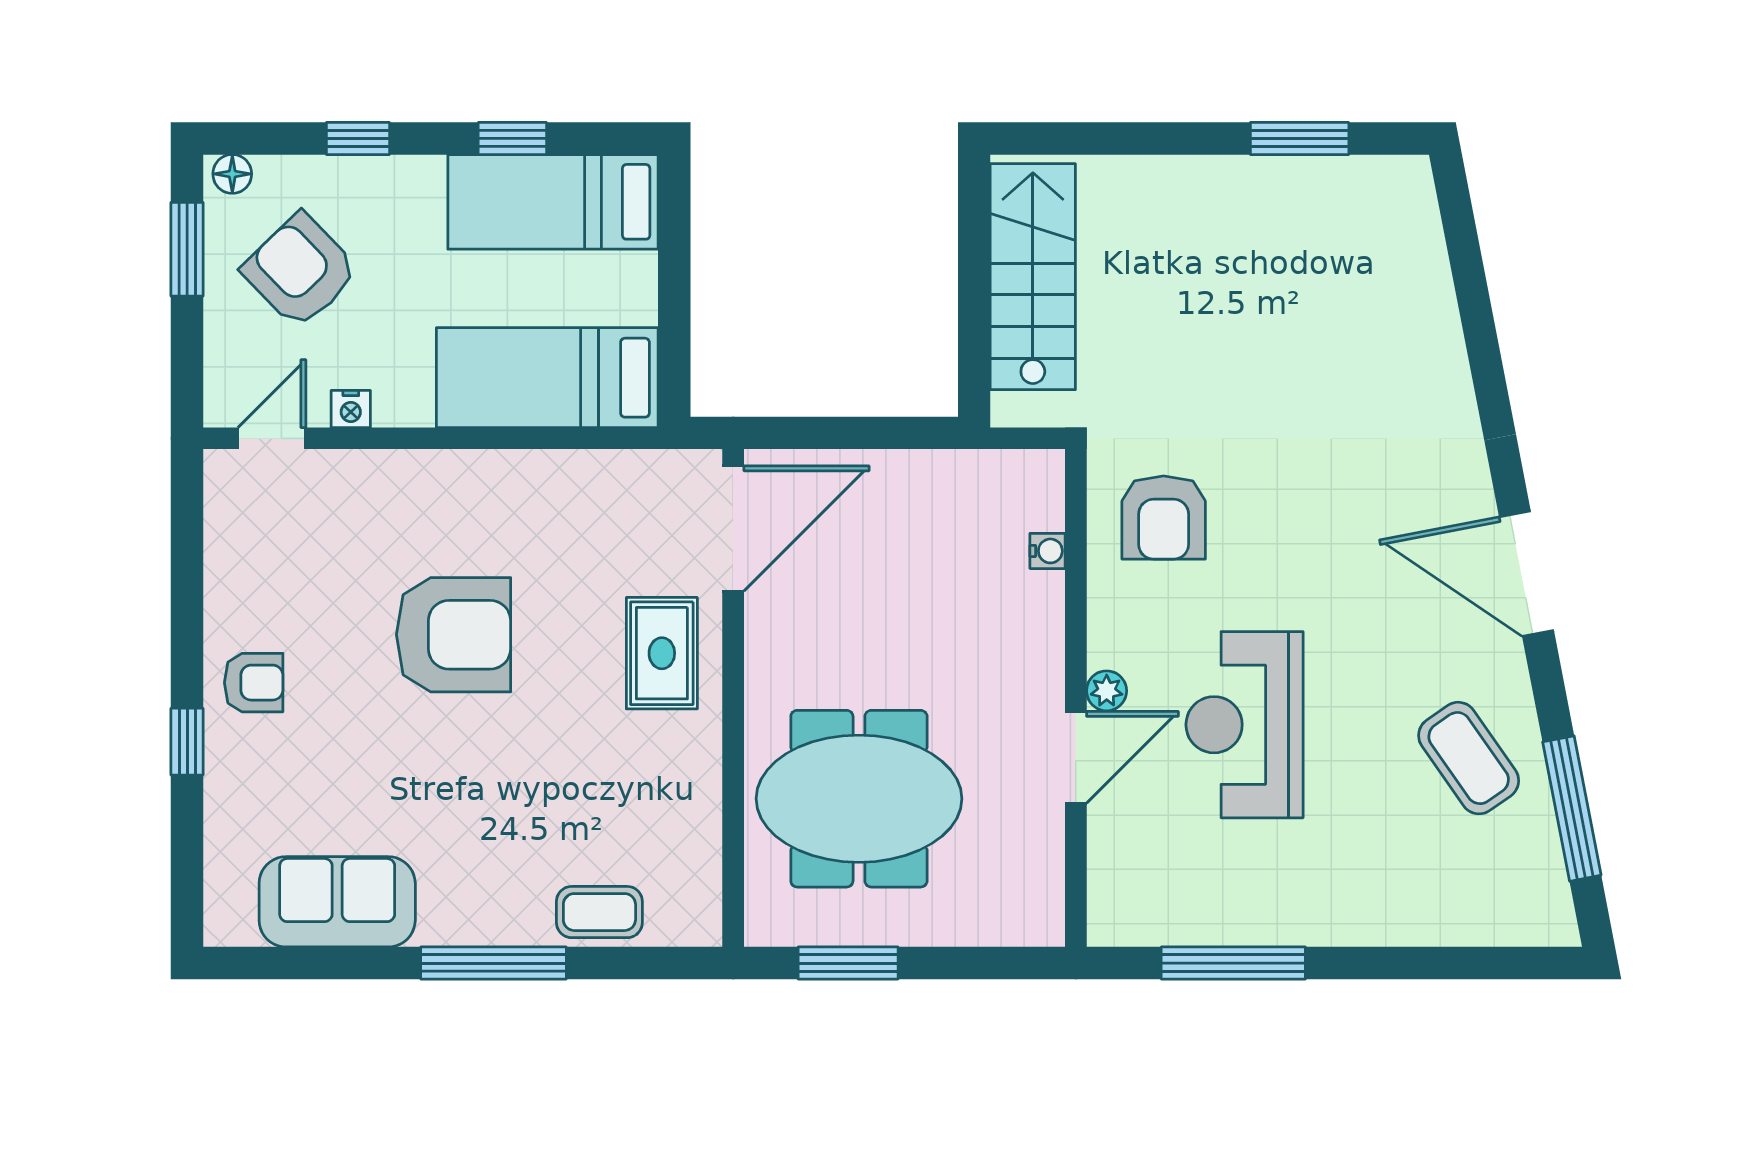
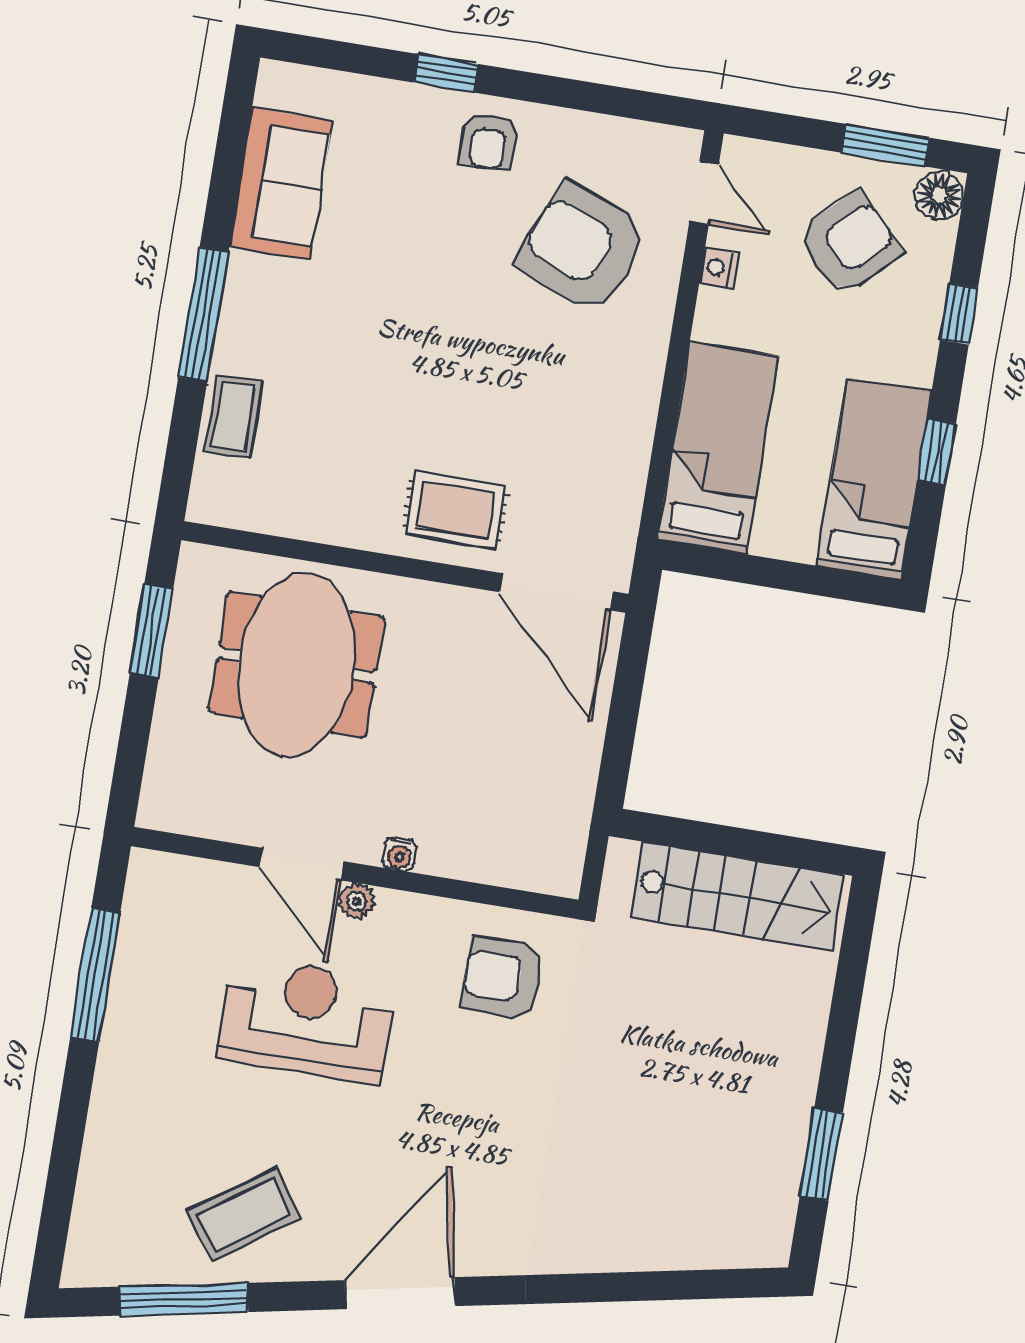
floor lamp: (232, 174) -> (939, 195), width x1.37, depth x1.37
water cooler: (1048, 551) -> (400, 854), moved
armchair: (453, 635) -> (583, 248), moved, turned 112

